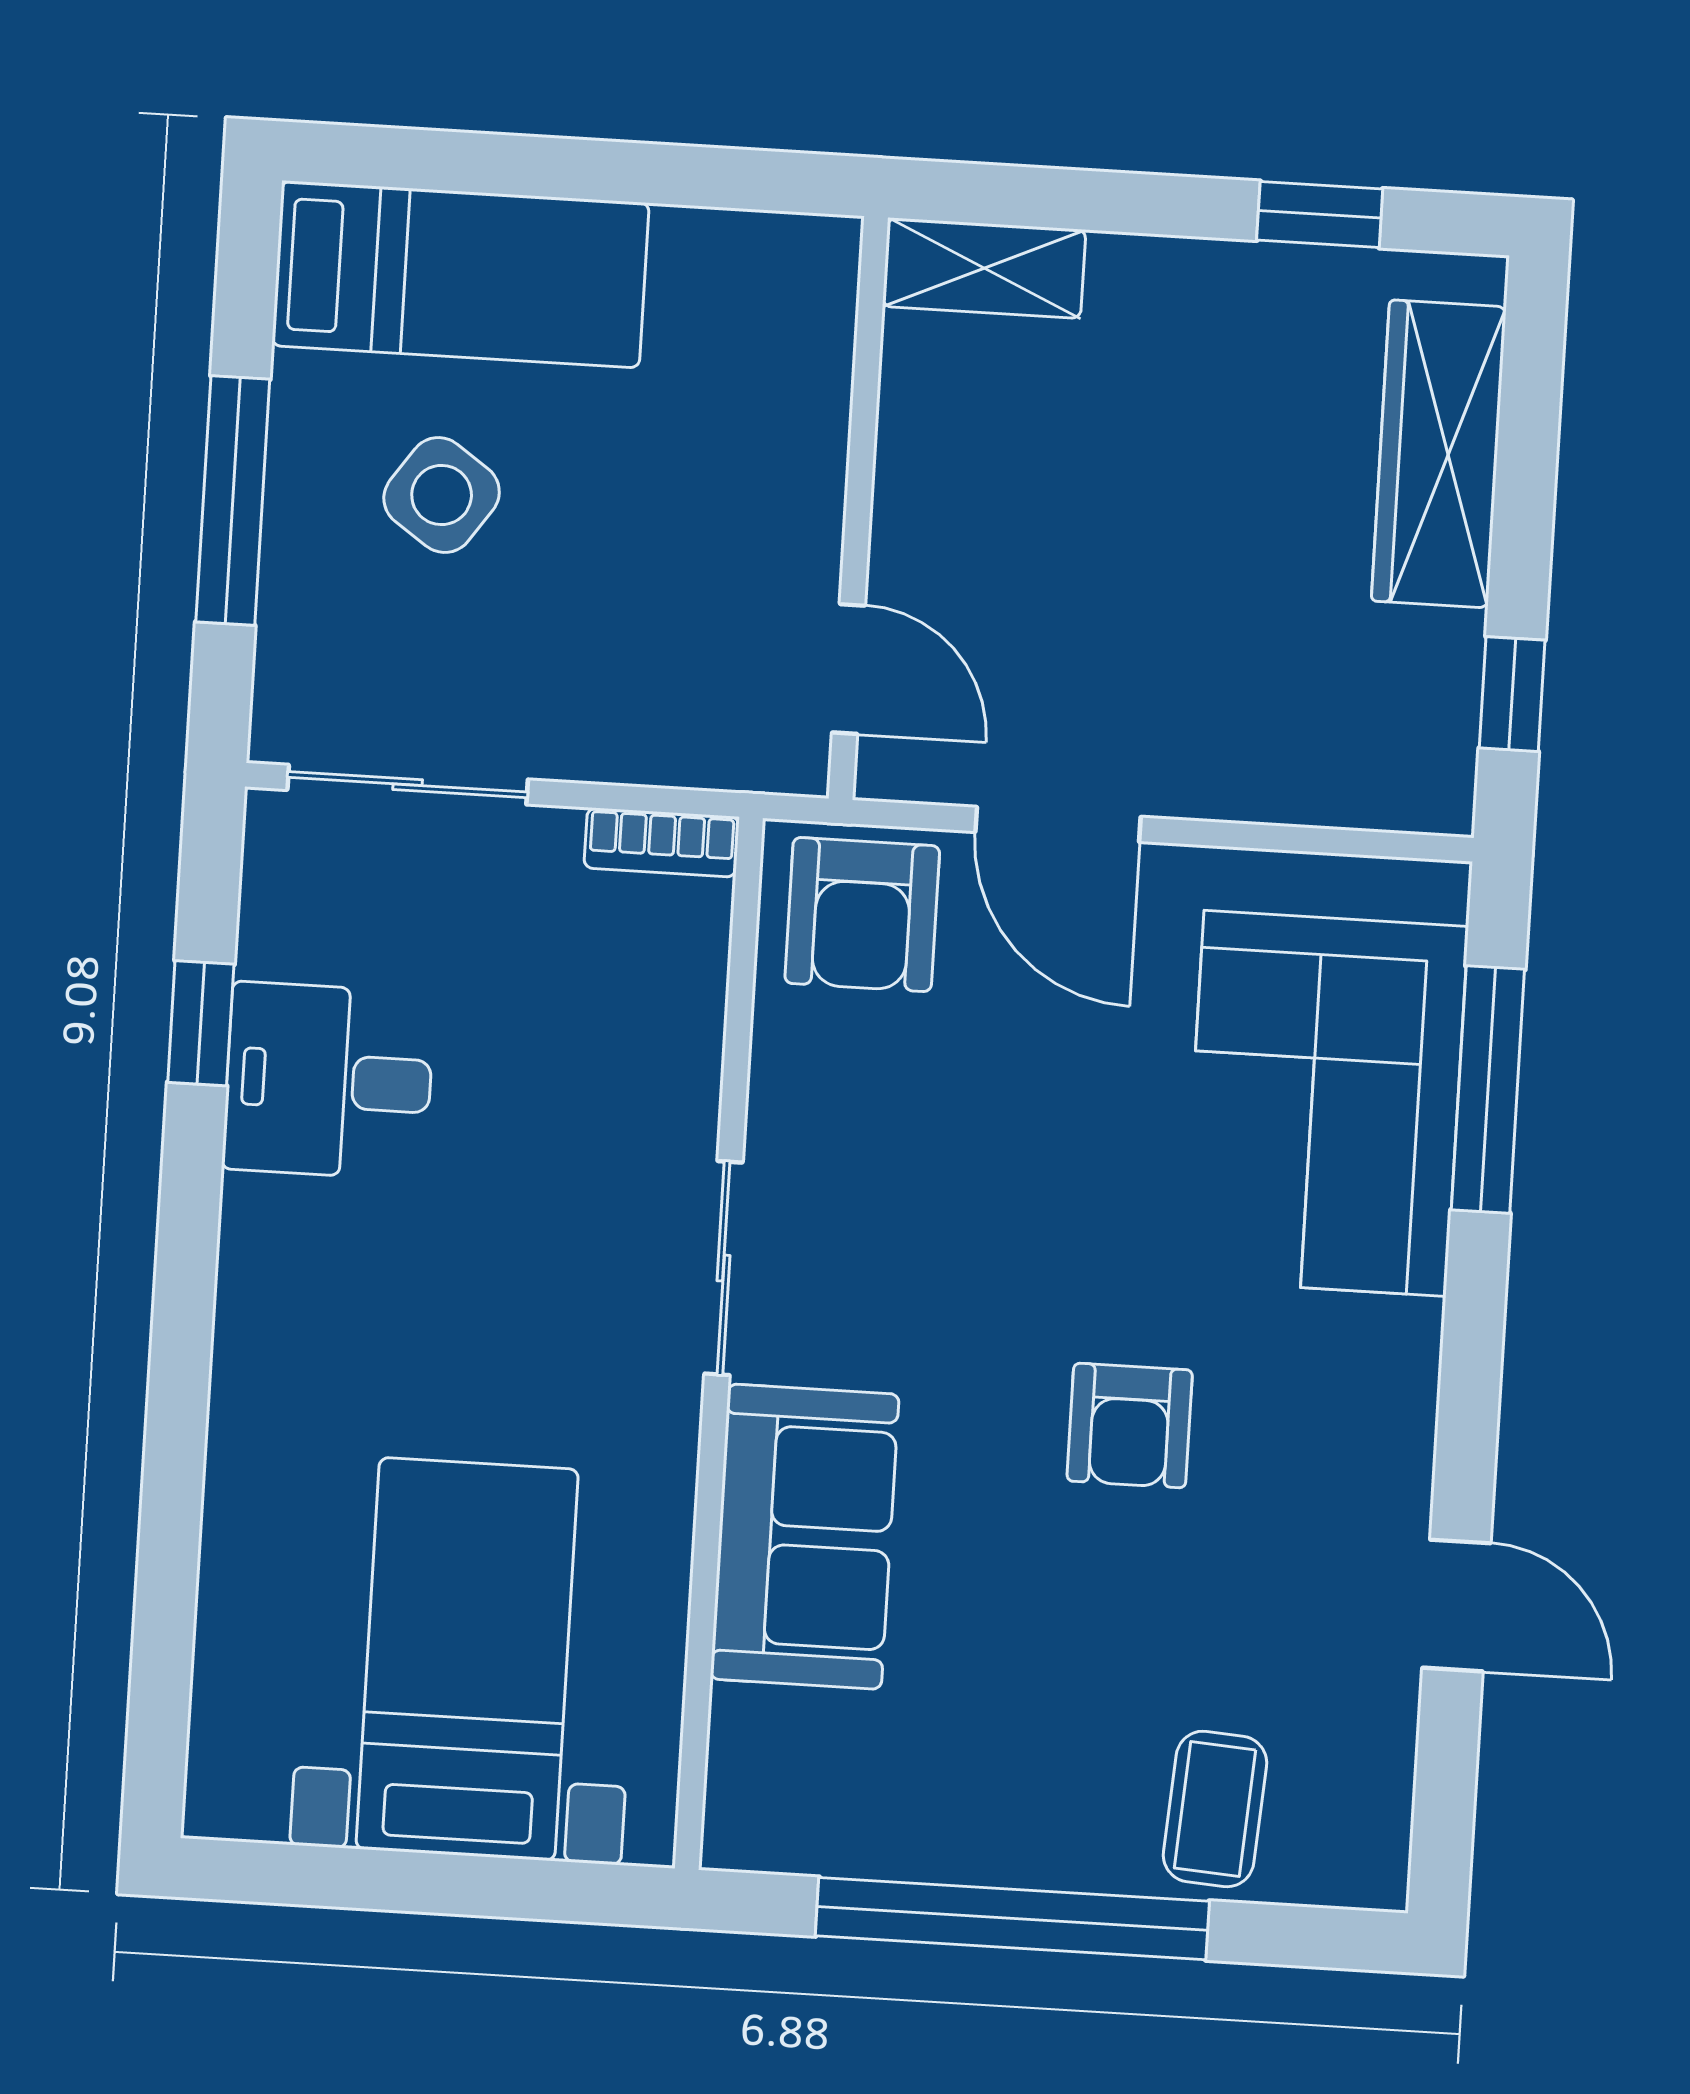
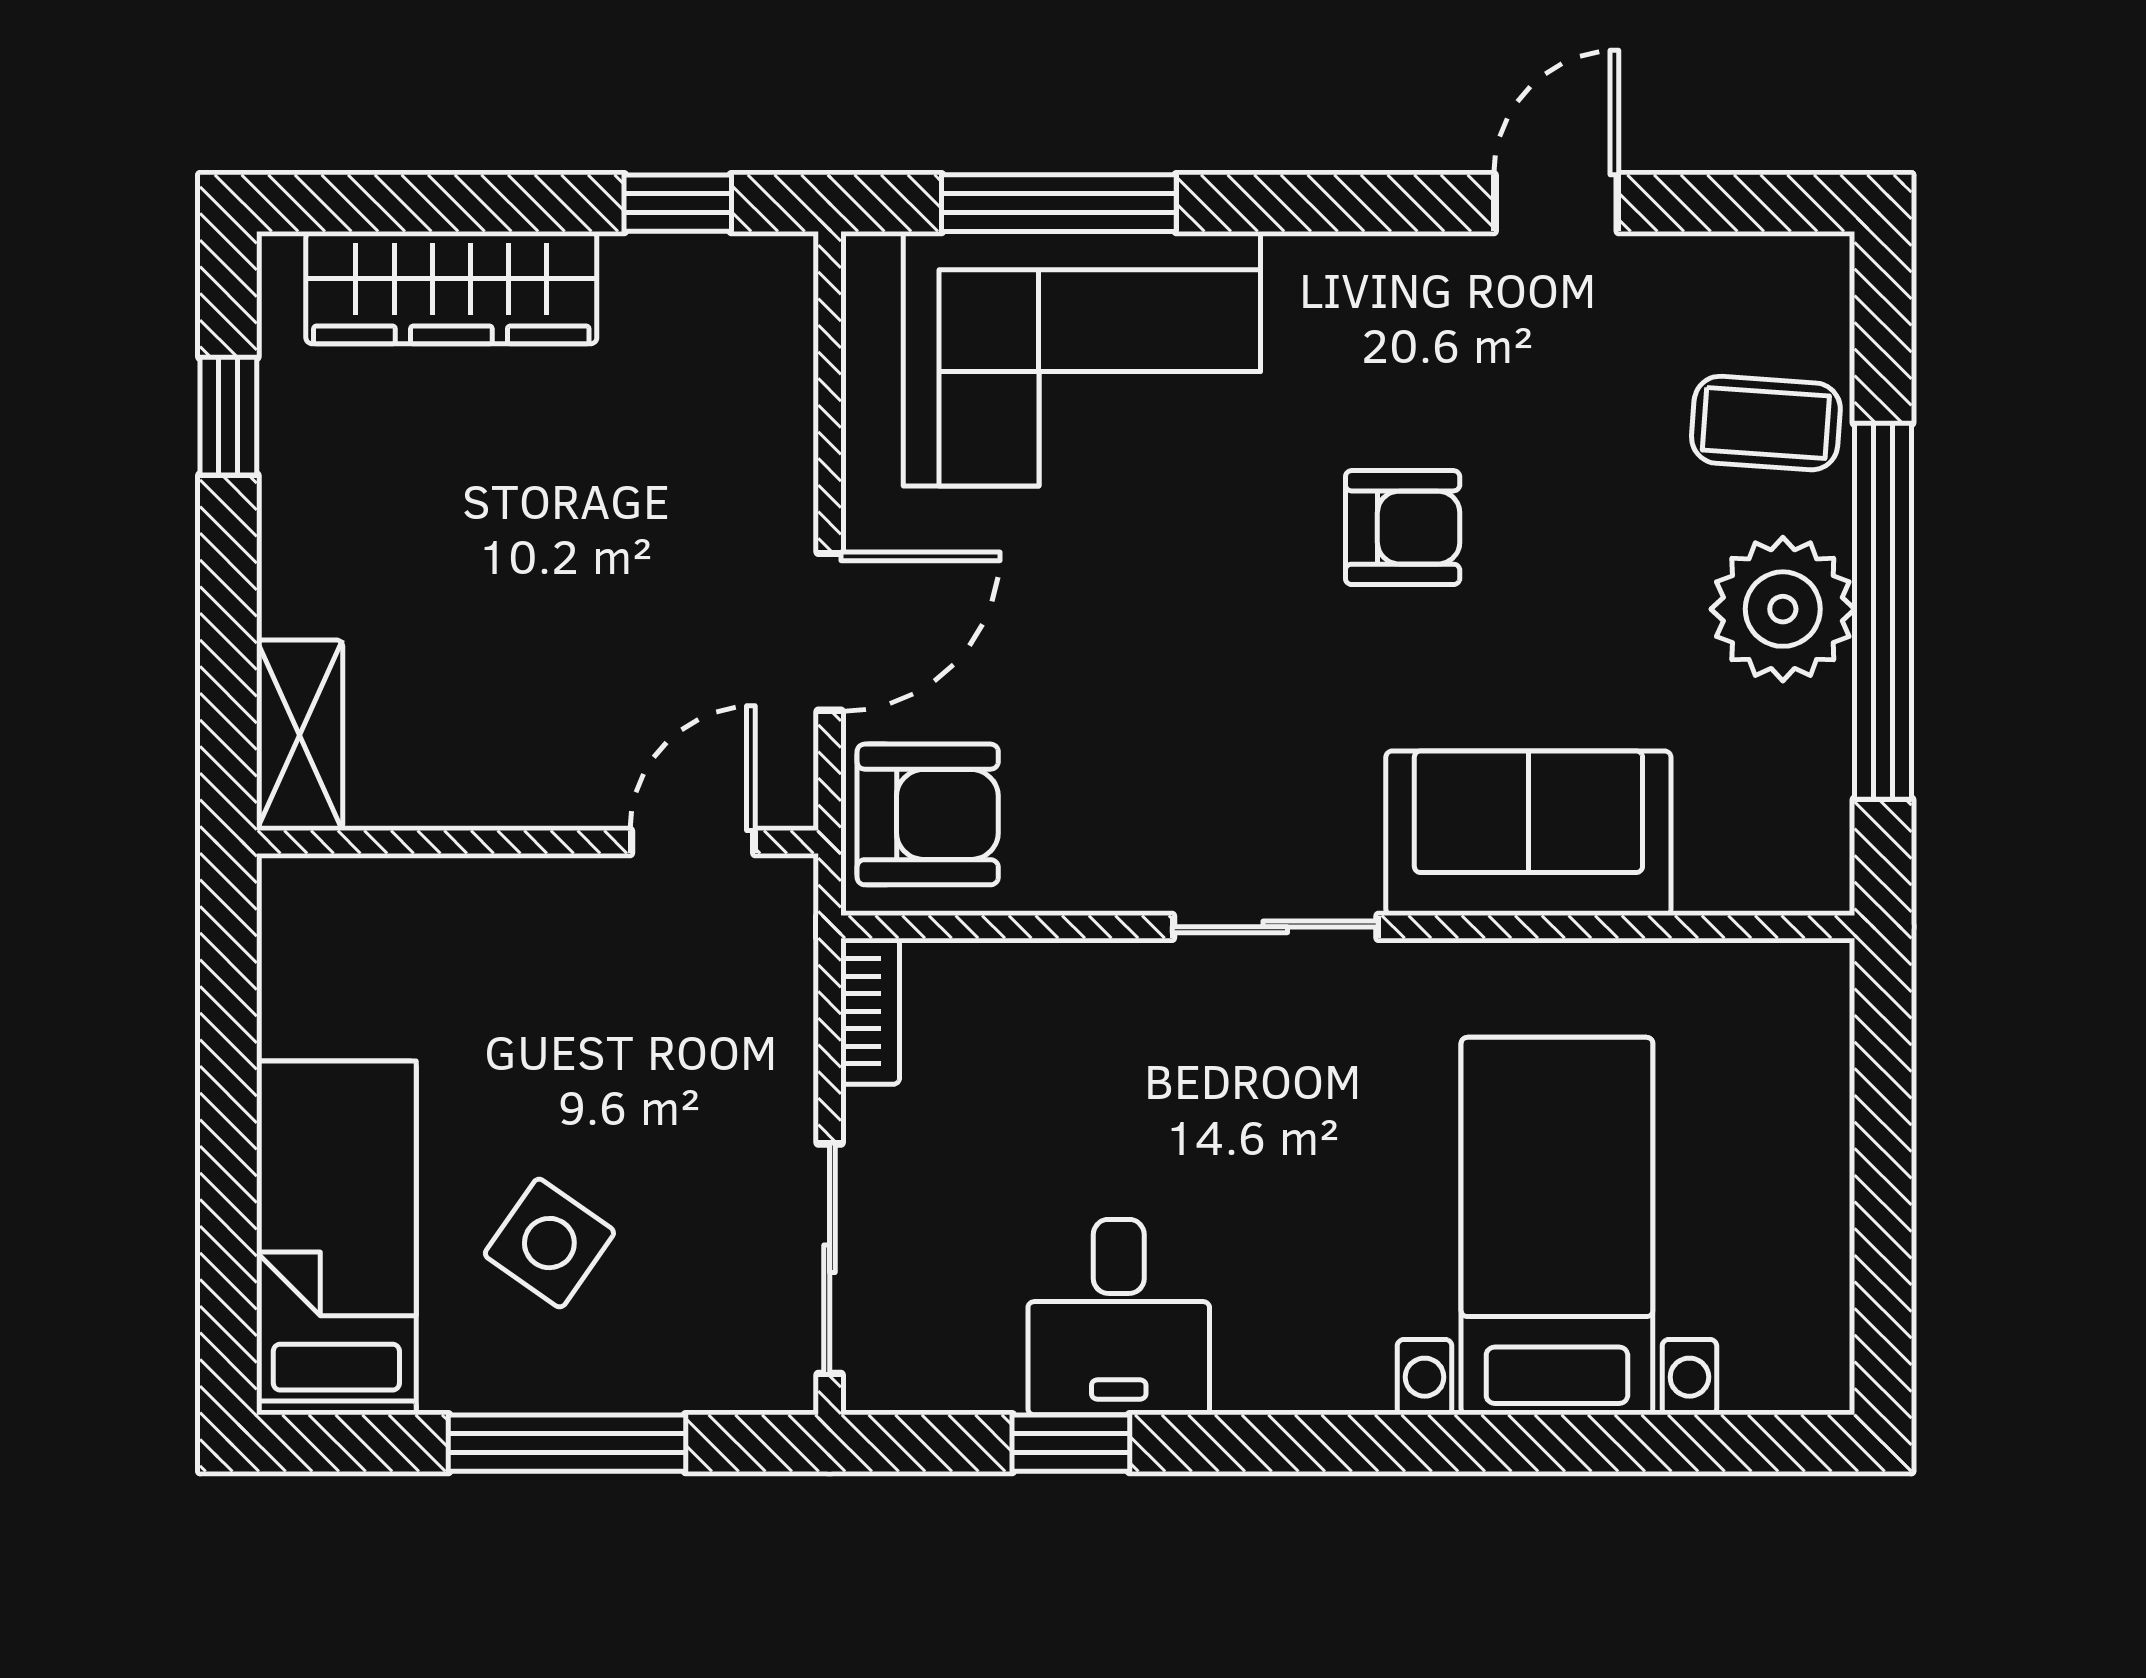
bed with nightstands: (467, 1659) -> (1557, 1226), moved, turned 90
plant: (1021, 1815) -> (1783, 609), added

